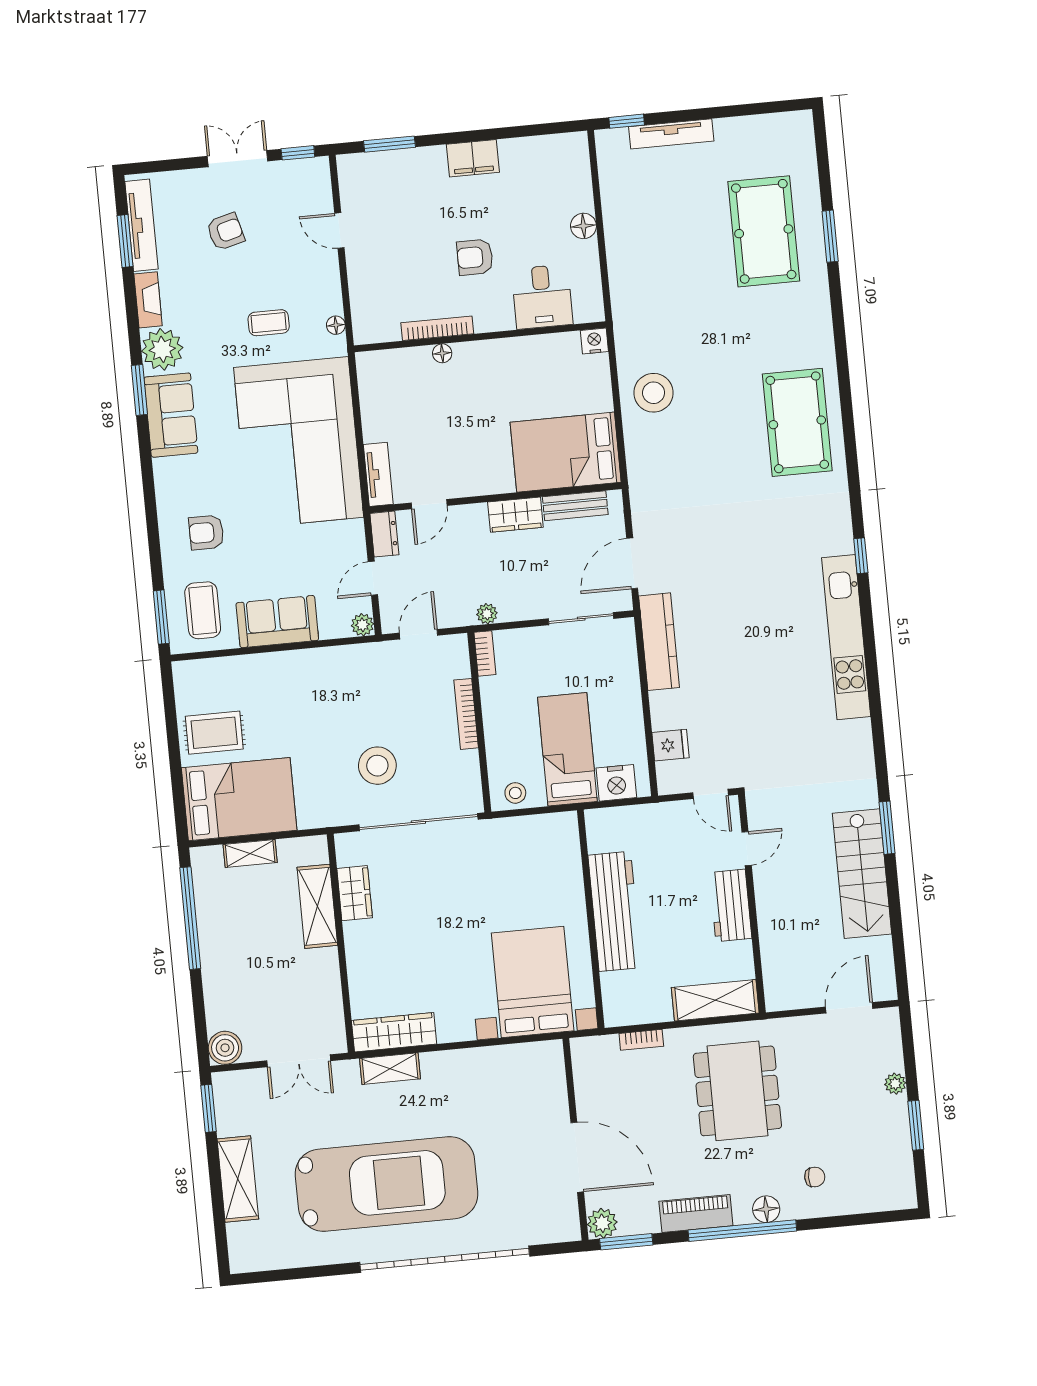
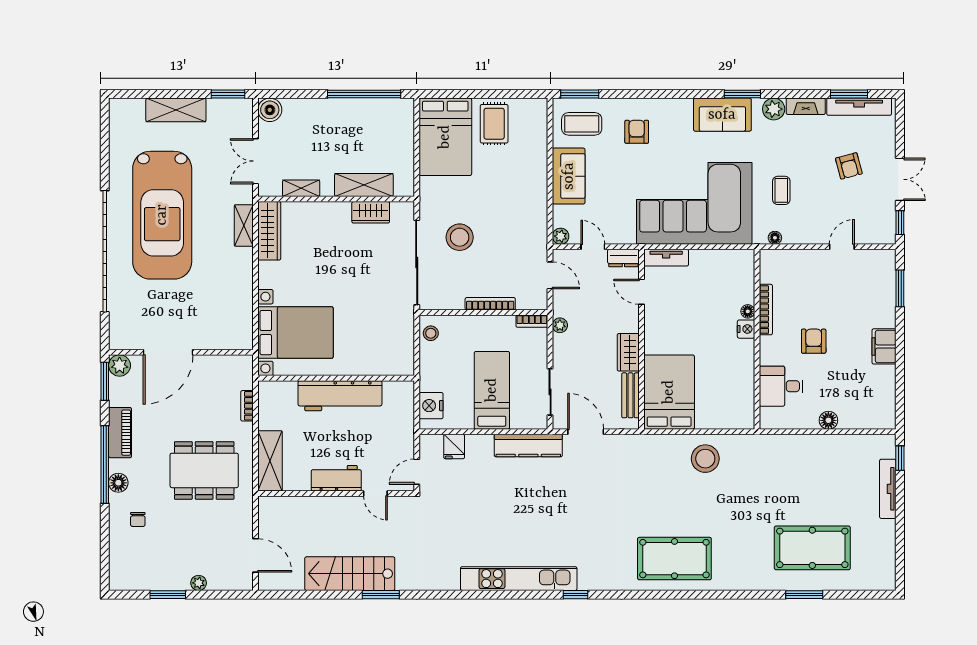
nightstand: (594, 341) -> (746, 329), moved
plant: (162, 349) -> (774, 109), width x0.73, depth x0.73
bed: (567, 749) -> (492, 390), moved, turned -90
shelving: (250, 853) -> (301, 188), moved, turned 90

